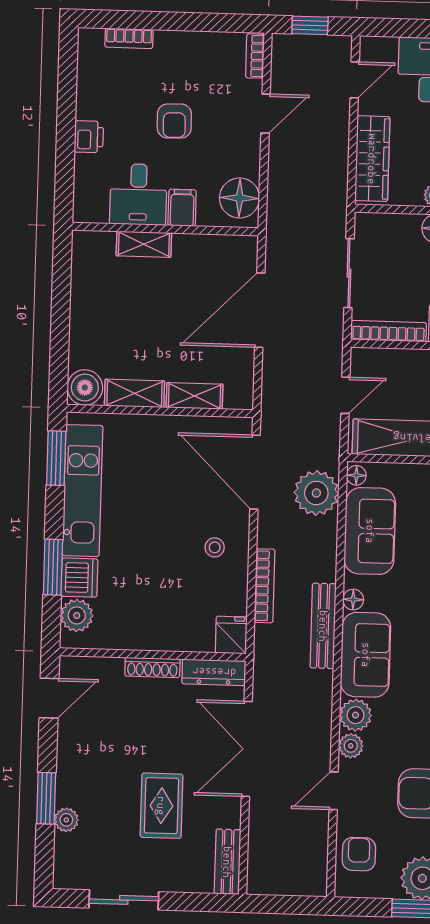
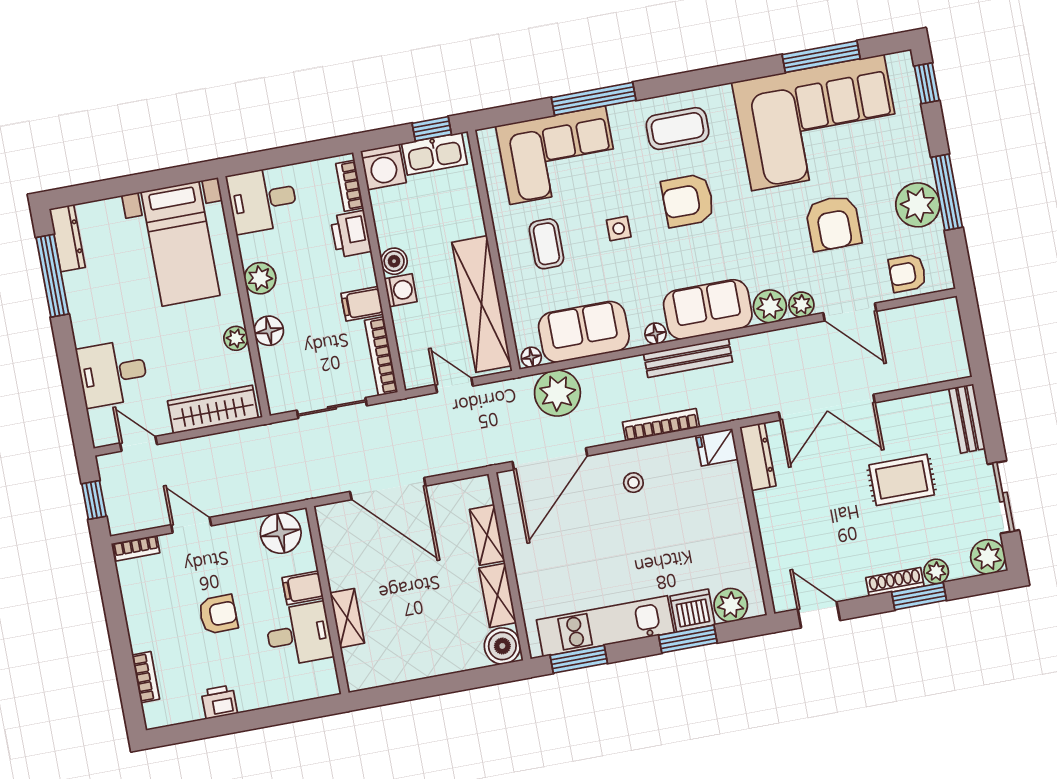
printer: (89, 137) -> (219, 702), moved
shoe rack: (152, 667) -> (895, 582), moved, turned -90
door: (334, 791) -> (850, 312), width x1.38
bench: (227, 862) -> (967, 419), moved, turned 90
plant: (70, 873) -> (988, 557), added

